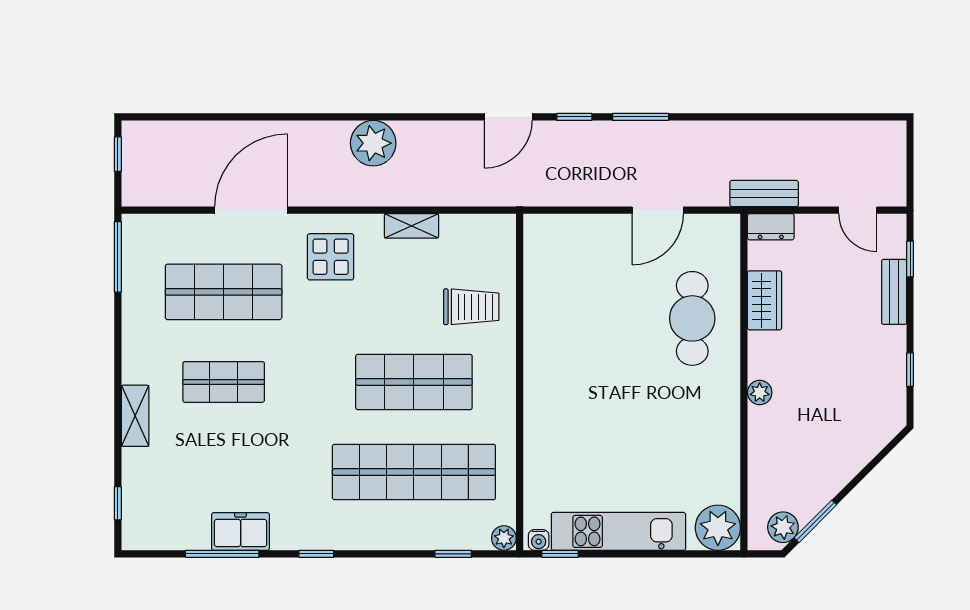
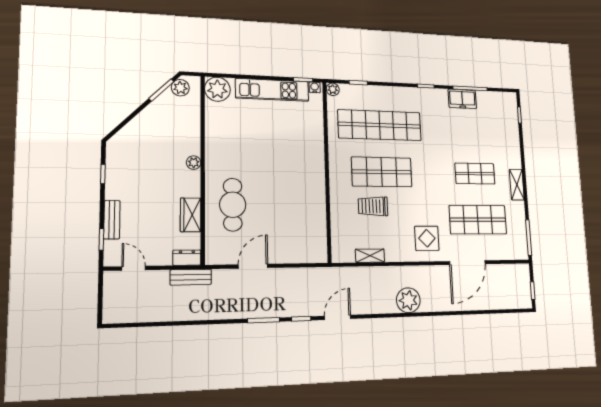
shelving: (411, 226) -> (370, 256), moved
trolley: (471, 307) -> (373, 206), moved
shelving: (135, 416) -> (517, 185), moved

